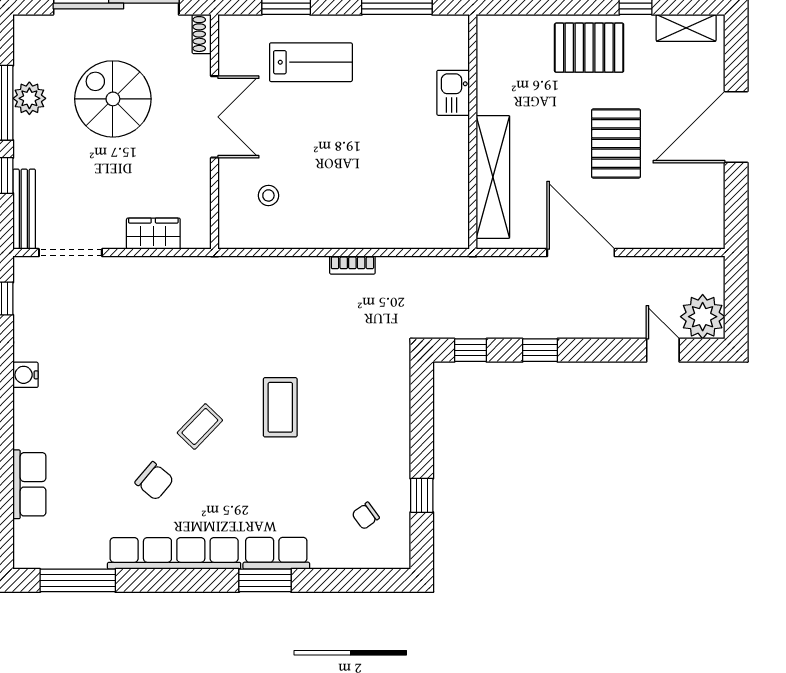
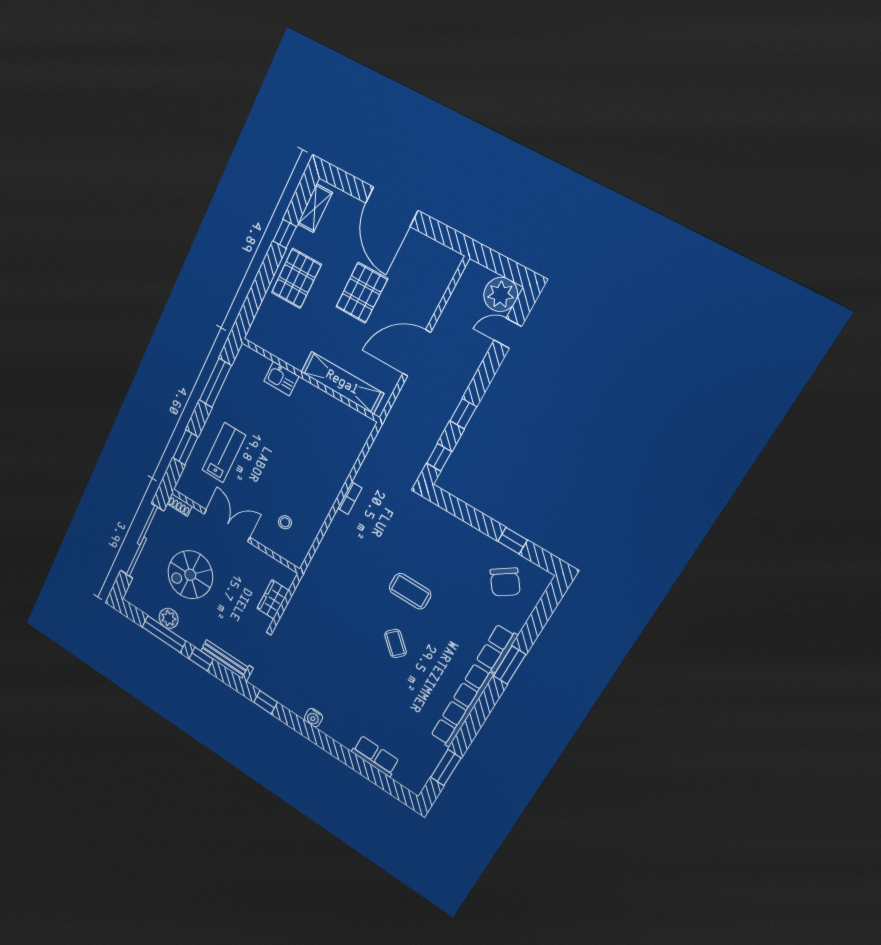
pallet: (616, 143) -> (362, 293), turned 90
chair: (154, 481) -> (413, 689), removed
chair: (366, 516) -> (505, 582), width x1.87, depth x1.87
window: (78, 580) -> (446, 768), width x0.69

